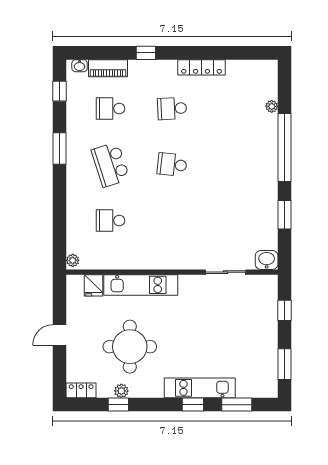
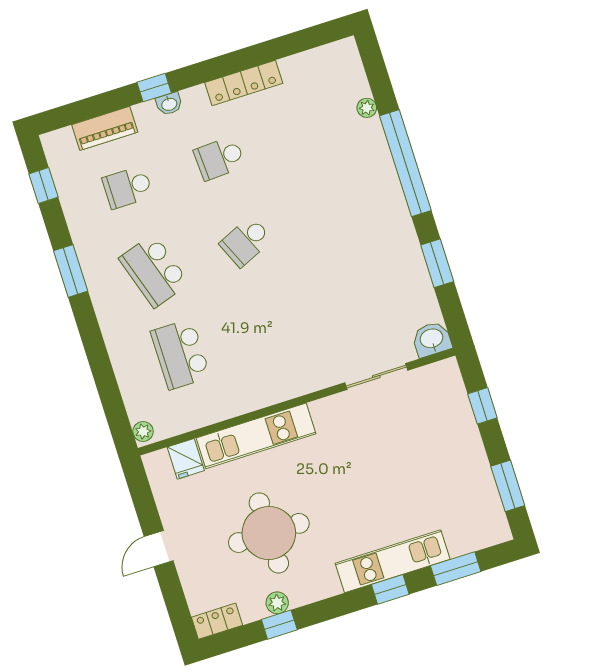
washbasin: (80, 66) -> (169, 104), moved
school desk: (172, 165) -> (246, 242), turned -30
school desk: (110, 221) -> (180, 354), width x1.85

